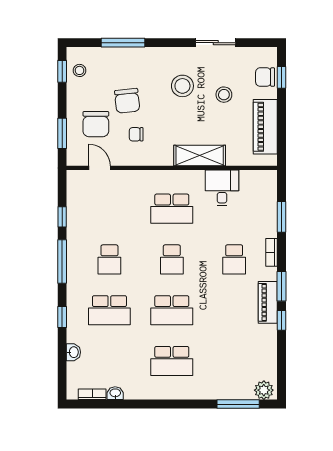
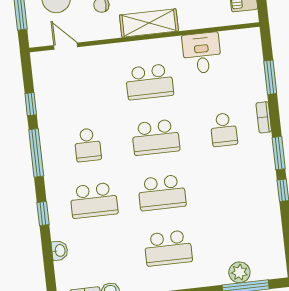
shelving: (200, 156) -> (149, 23), moved
school desk: (172, 259) -> (156, 137), width x1.85
piano: (268, 302) -> (266, 172), removed
plant: (264, 390) -> (239, 272), moved

